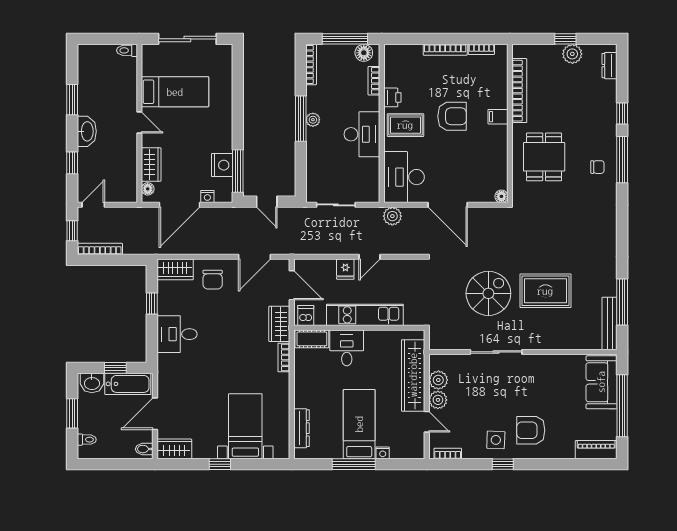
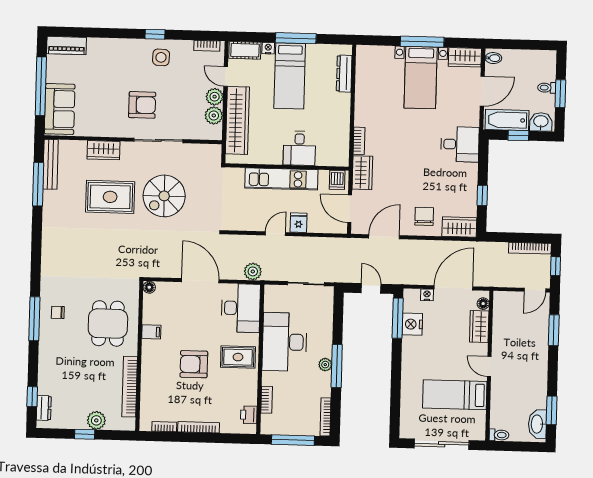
floor lamp: (364, 53) -> (275, 426), removed
plant: (572, 54) -> (96, 420), moved
printer: (392, 97) -> (249, 415), moved
window: (72, 100) -> (552, 410), moved
window: (622, 114) -> (32, 397), moved
filing cabinet: (498, 117) -> (151, 332), moved
washbasin: (87, 131) -> (537, 424), moved
desk: (362, 134) -> (285, 342), width x1.36, depth x1.30
window: (72, 163) -> (554, 330), width x1.50
desk: (177, 334) -> (460, 144), moved
cot: (312, 339) -> (245, 50), moved
wardrobe: (554, 340) -> (103, 150), added
bed with nightstands: (245, 426) -> (421, 78), moved
armchair: (531, 430) -> (142, 105), moved
toilet: (87, 440) -> (547, 88), moved
window: (220, 464) -> (422, 42), width x2.17

